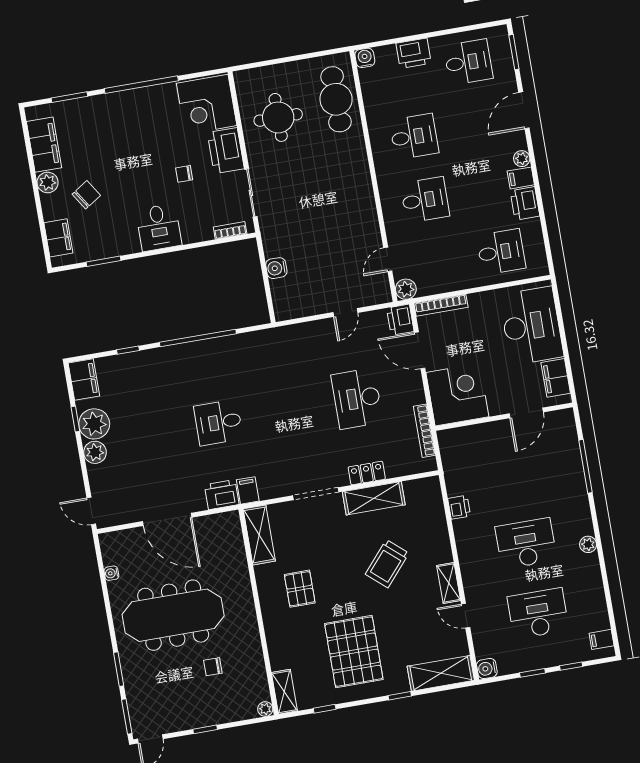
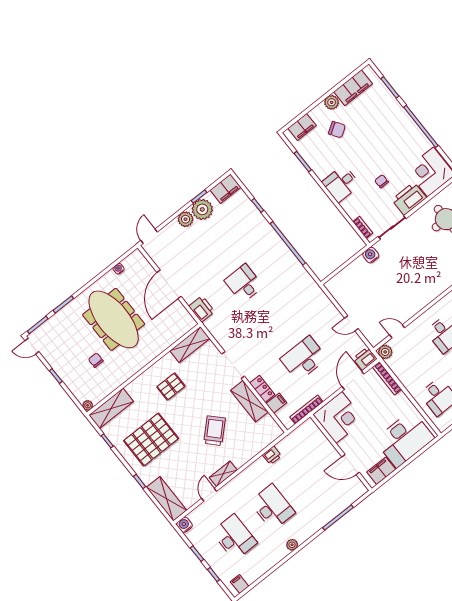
water cooler: (276, 268) -> (371, 255), moved
filing cabinet: (248, 490) -> (276, 403), moved
trolley: (387, 564) -> (215, 431), turned 95
shelving: (284, 692) -> (111, 408), width x1.50, depth x1.33

